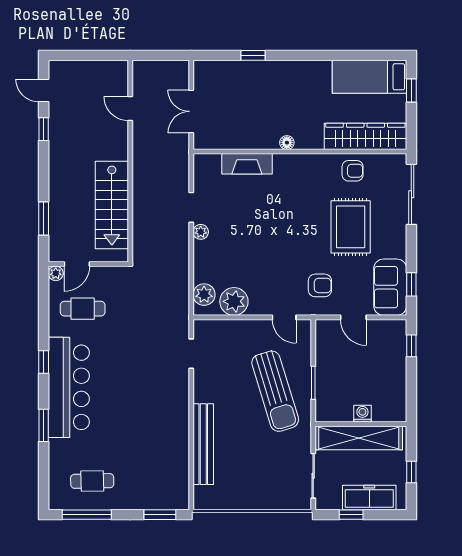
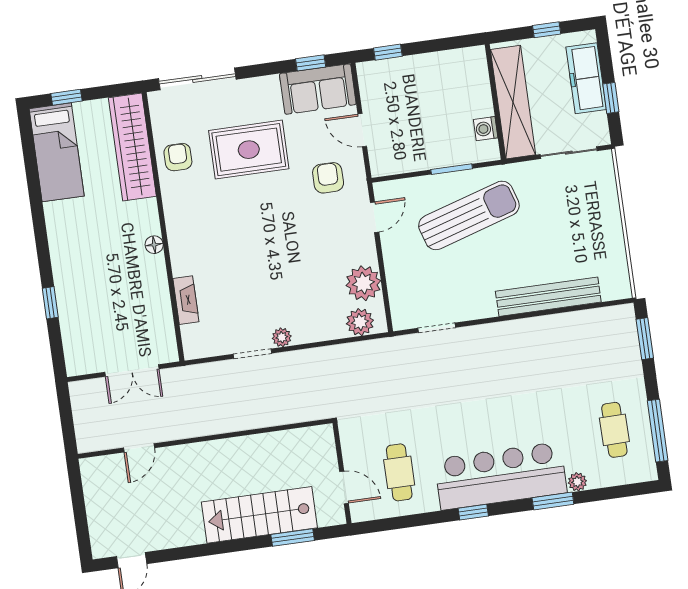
window: (44, 129) -> (180, 553), removed
fireplace: (247, 164) -> (186, 300), width x0.73, depth x0.76
stairs: (112, 205) -> (259, 515), moved, turned 180
plant: (56, 273) -> (577, 482), moved
door: (353, 317) -> (362, 130), swing flipped
washing machine: (362, 414) -> (486, 129), moved

